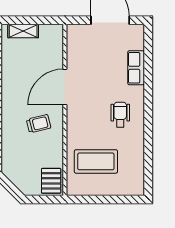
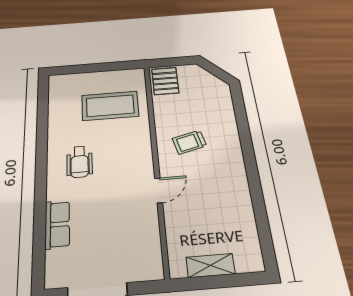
shelving: (23, 31) -> (210, 266), moved
door: (65, 87) -> (159, 190), width x0.53

